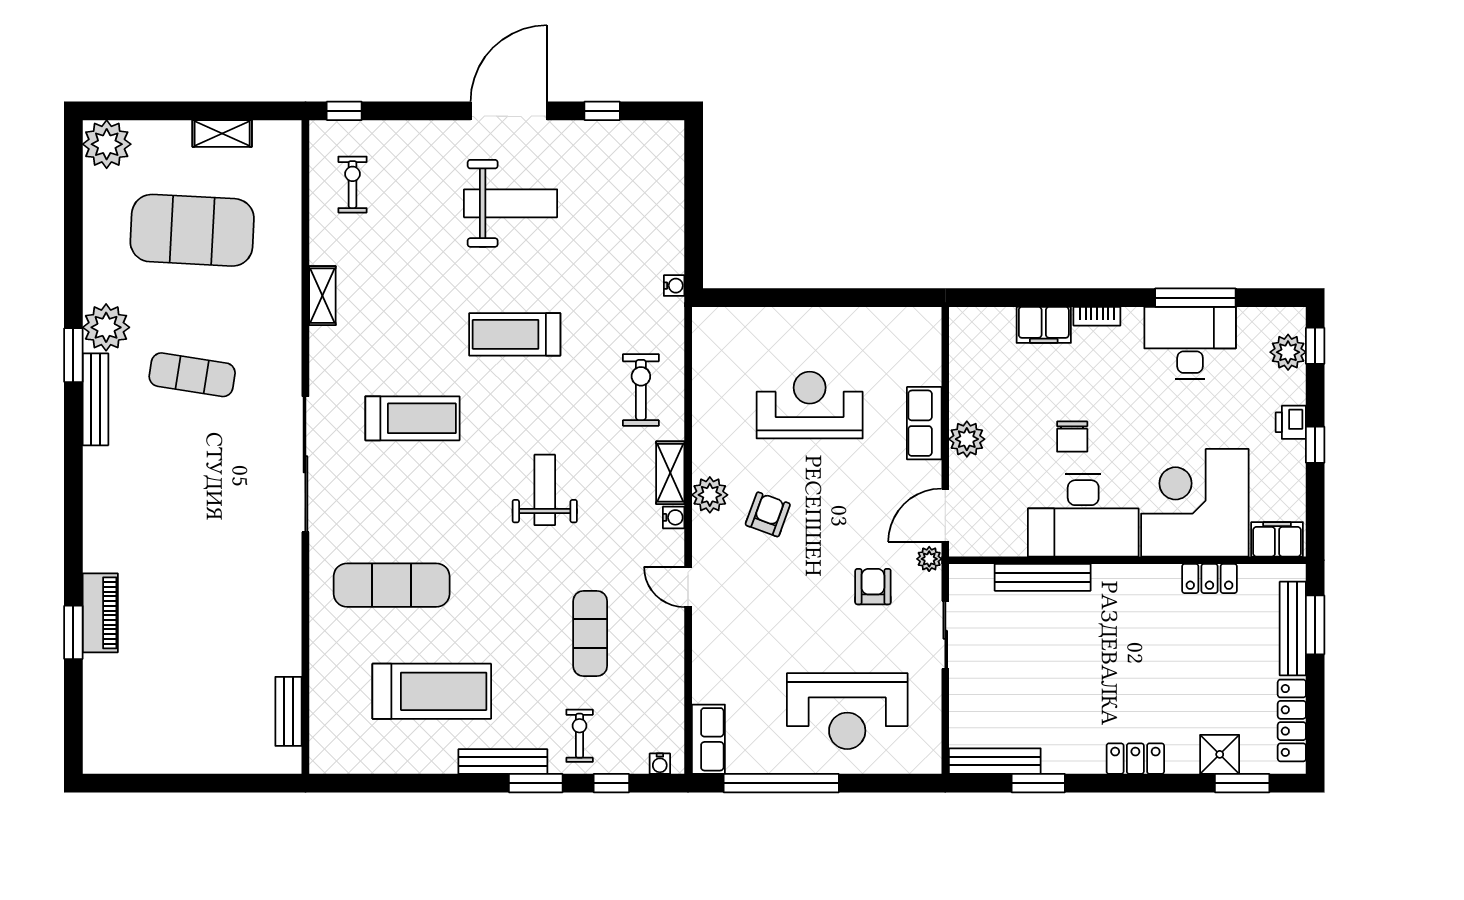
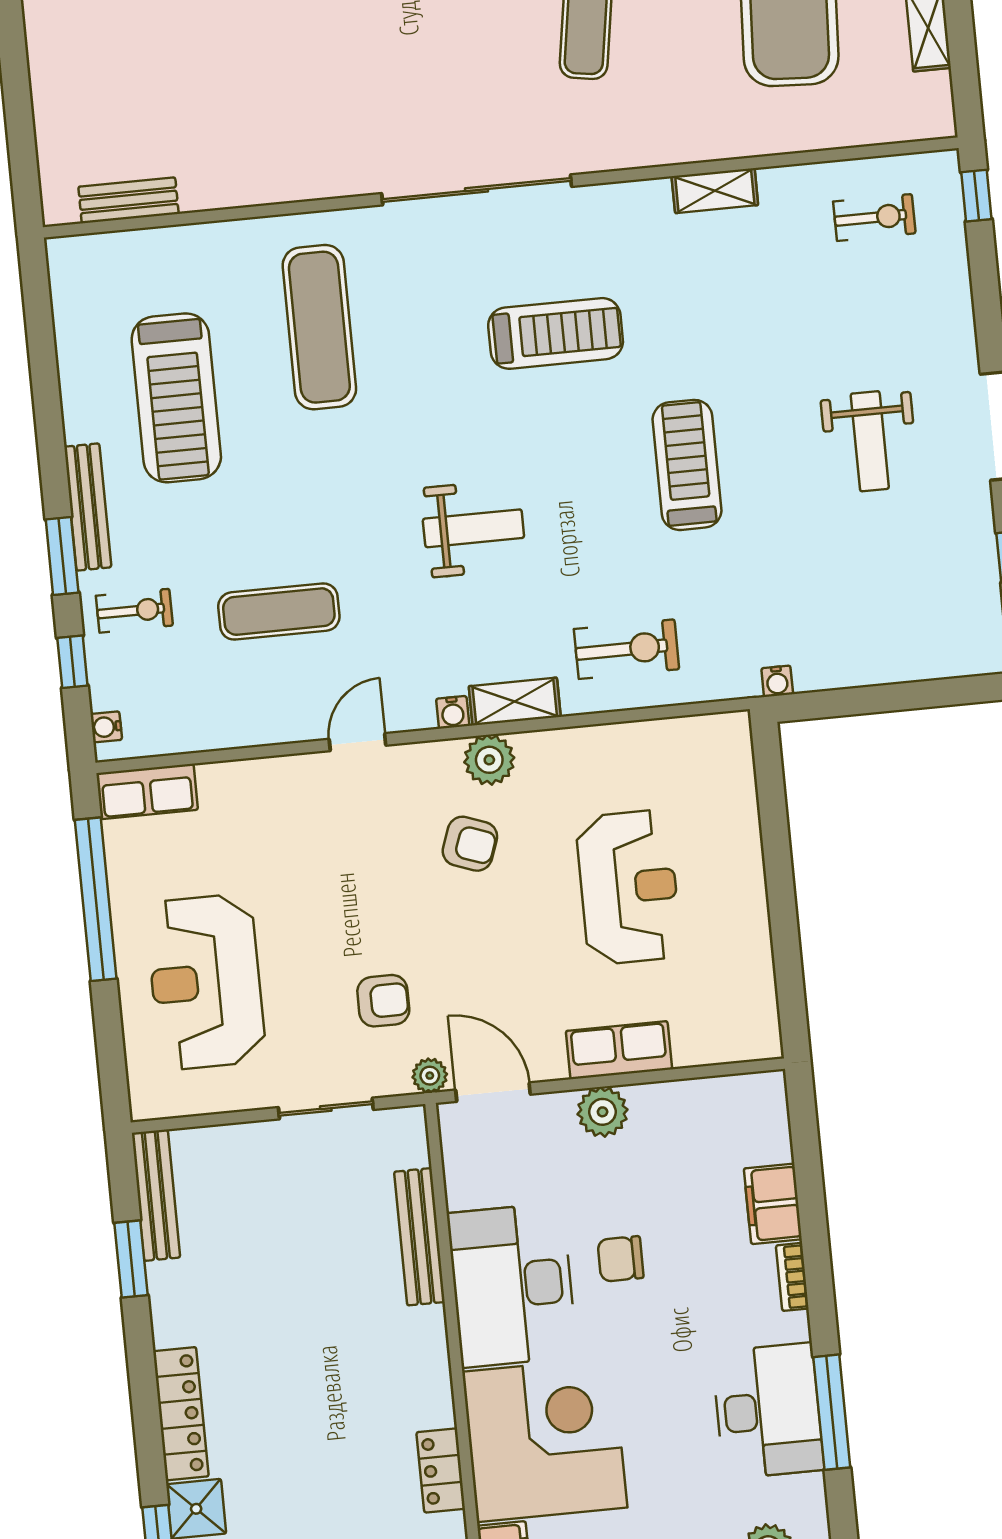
weight bench: (511, 203) -> (870, 441), width x0.73, depth x0.75
treadmill: (412, 418) -> (556, 333), turned -90
locker: (1135, 759) -> (181, 1414), width x1.53

